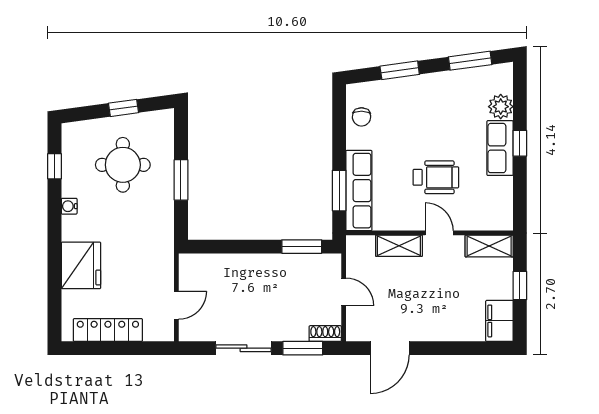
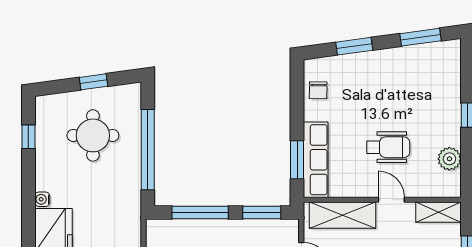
plant: (501, 107) -> (449, 159), moved
row of seats: (500, 148) -> (449, 120), removed
window: (181, 180) -> (148, 150), width x2.11
water cooler: (69, 206) -> (42, 199), moved
shelving: (399, 246) -> (342, 215), width x1.50, depth x1.33
window: (237, 247) -> (200, 213), added

